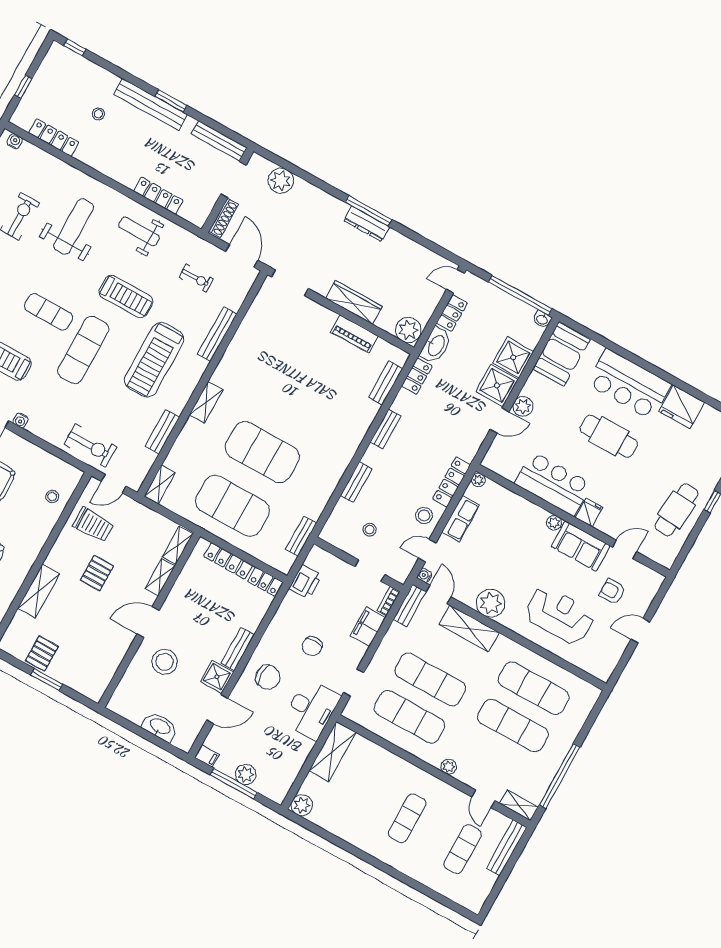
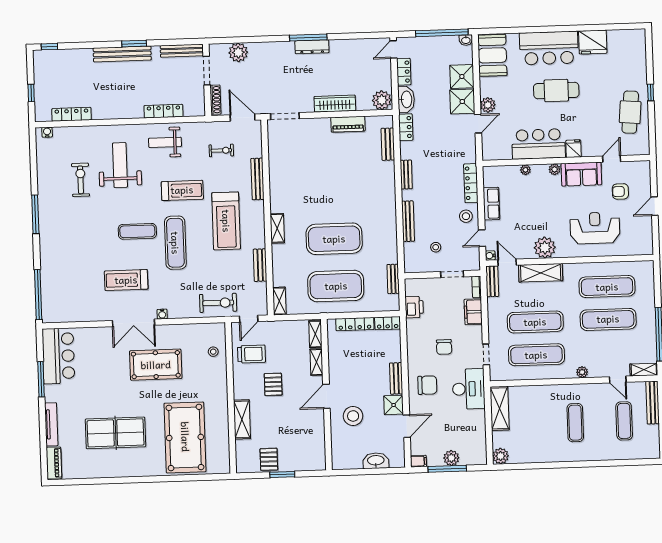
stool: (98, 114) -> (92, 81), removed
plant: (478, 480) -> (525, 170), moved
bench: (356, 482) -> (408, 221), width x1.36

